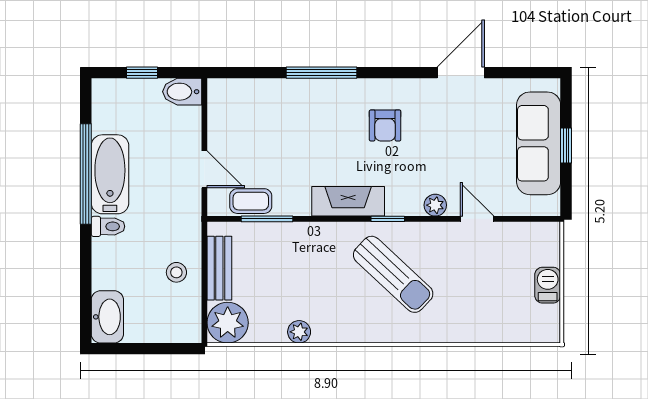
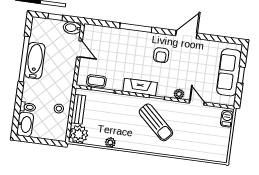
door: (461, 73) -> (186, 34), moved
door: (204, 169) -> (80, 49), moved
toilet: (108, 226) -> (28, 107), moved
barbecue: (548, 285) -> (227, 119), moved

